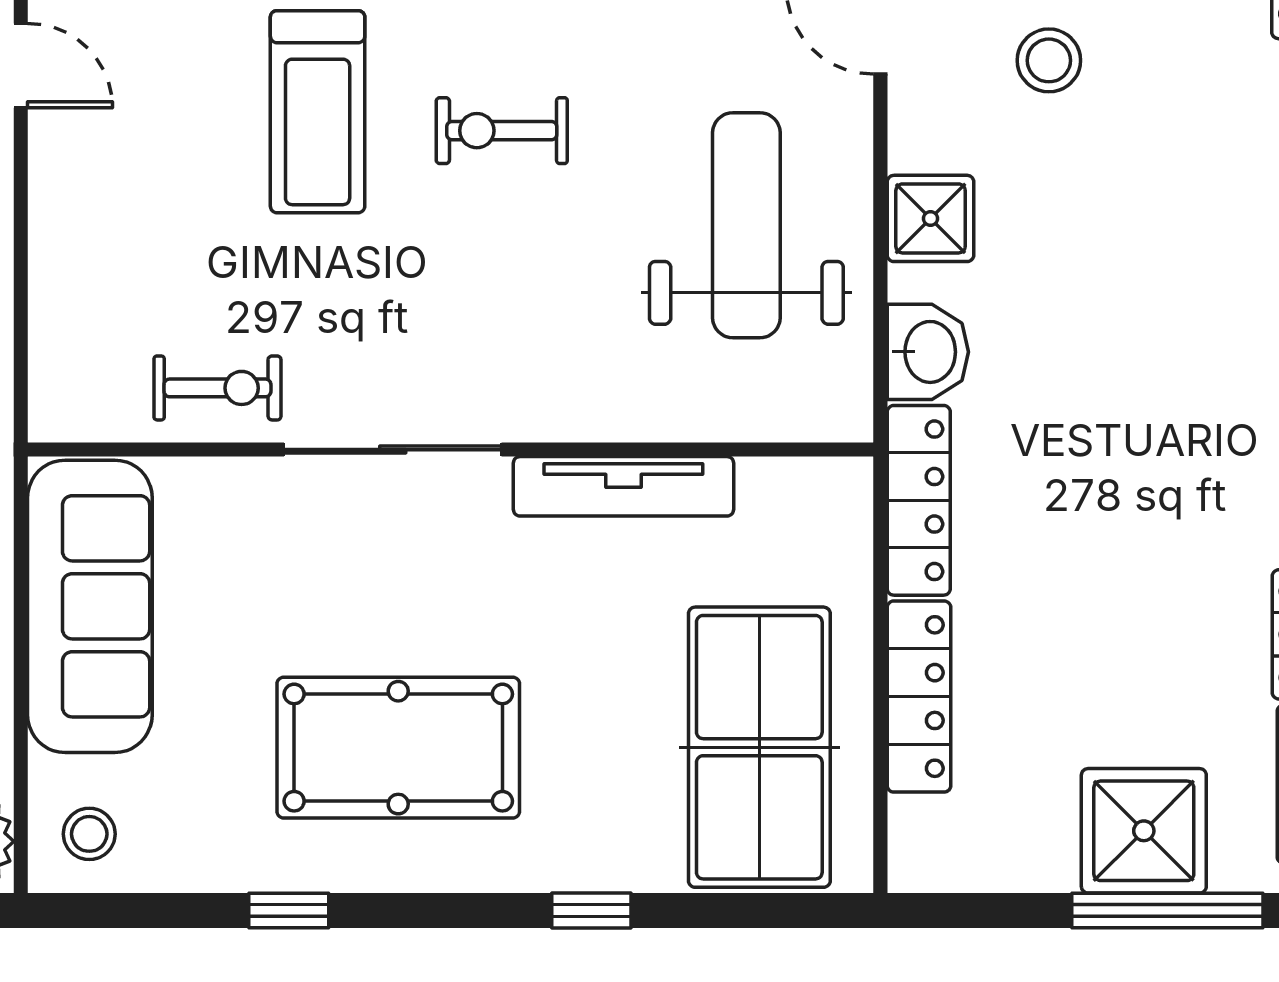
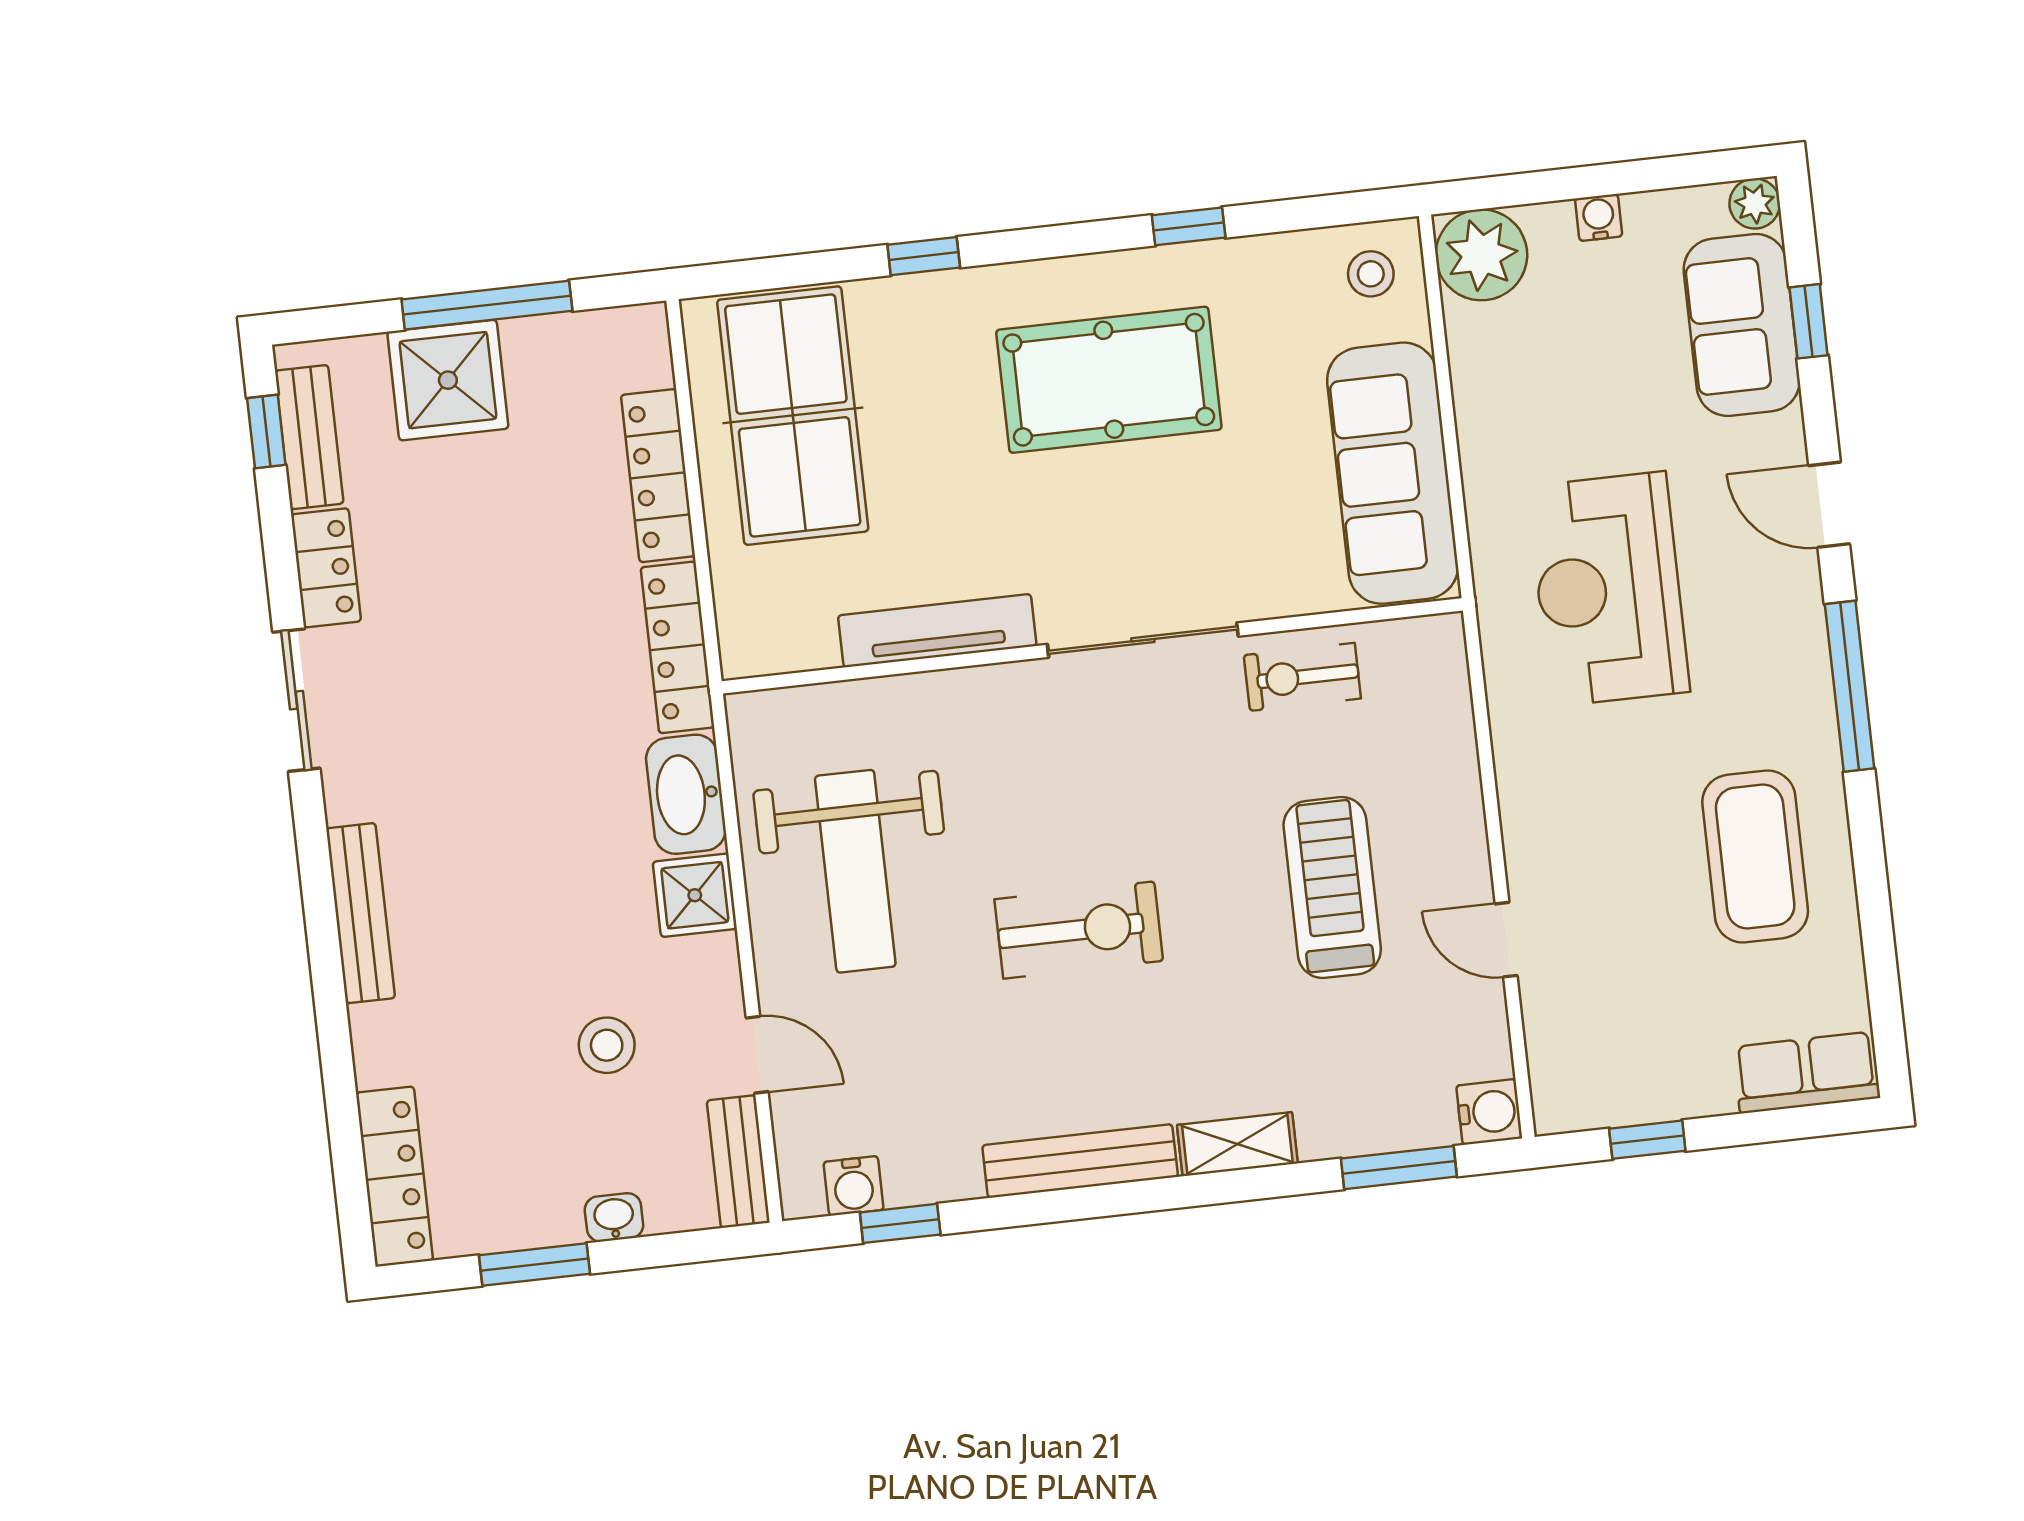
treadmill: (318, 112) -> (1332, 888), moved
exercise bike: (502, 131) -> (1079, 930), width x1.38, depth x1.39
washbasin: (928, 352) -> (686, 794), width x1.38
window: (1167, 910) -> (487, 305), moved

